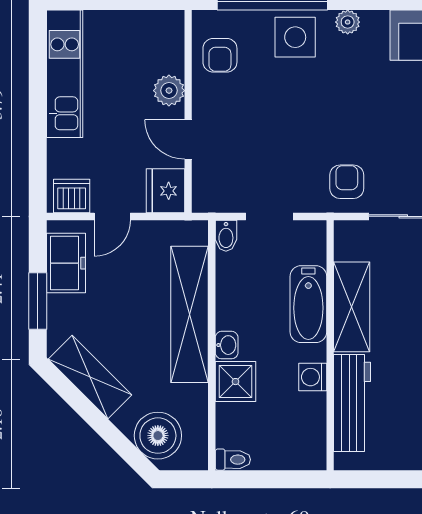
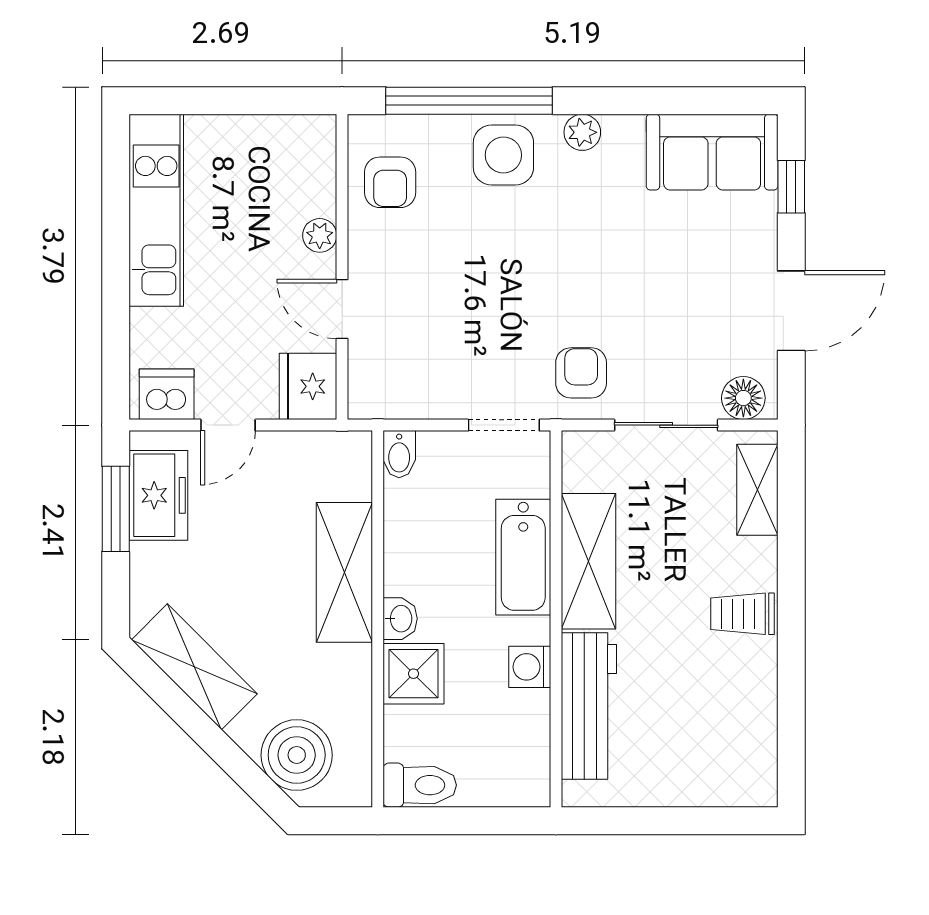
plant: (169, 91) -> (320, 235), width x0.73, depth x0.73
doorway: (269, 216) -> (504, 425), moved
window: (38, 301) -> (116, 509), moved
shelving: (190, 314) -> (344, 572), width x0.68
toilet: (233, 460) -> (420, 785), width x1.37, depth x1.39

